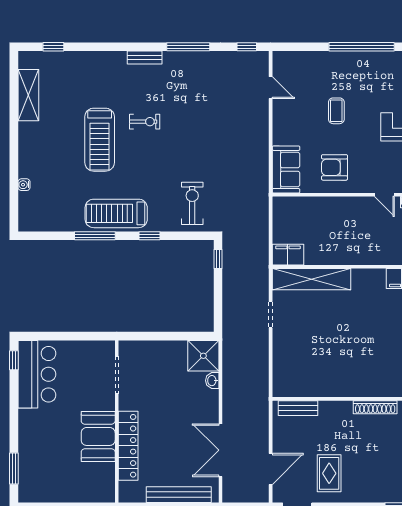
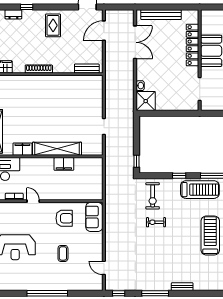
exercise bike: (145, 122) -> (156, 222), moved
filing cabinet: (288, 255) -> (64, 164), moved
shelving: (311, 279) -> (57, 149), moved
rug: (329, 473) -> (53, 25), moved

